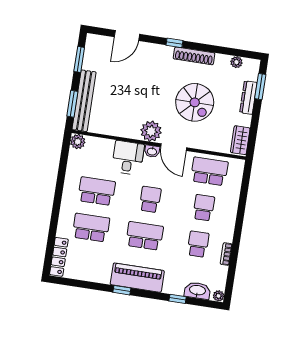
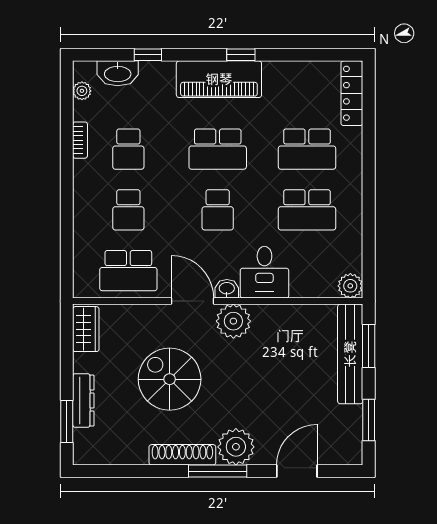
window: (174, 43) -> (218, 471), width x2.17
plant: (236, 62) -> (236, 447), moved, width x1.88, depth x1.88
plant: (219, 296) -> (82, 91), moved

